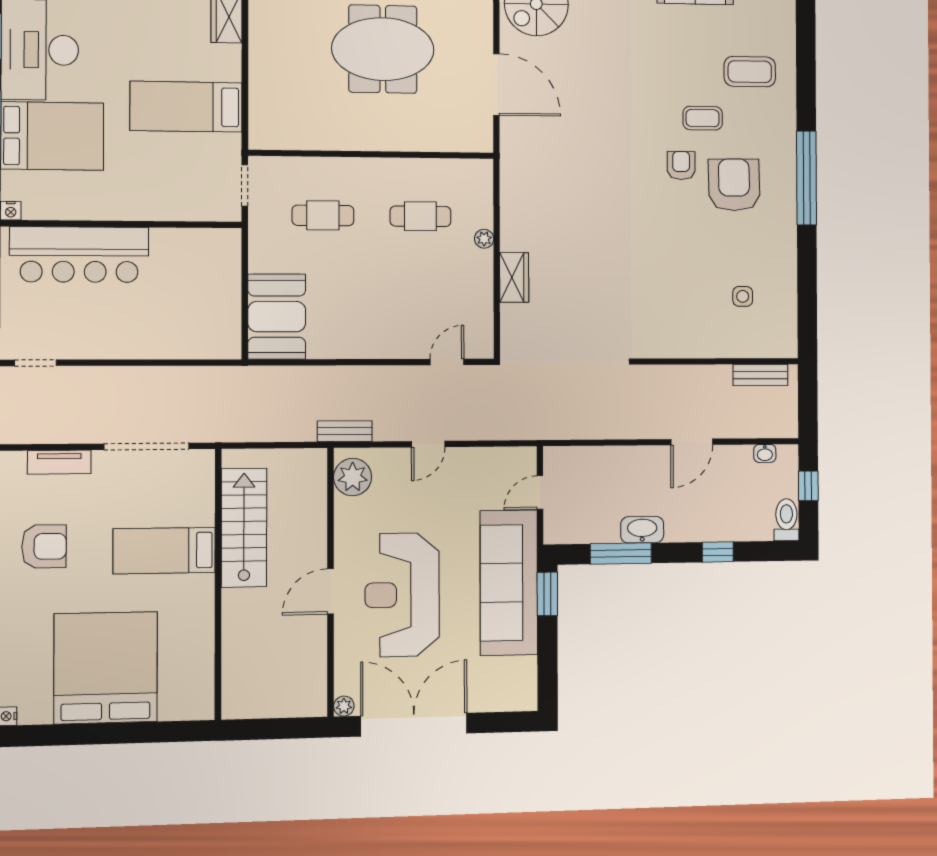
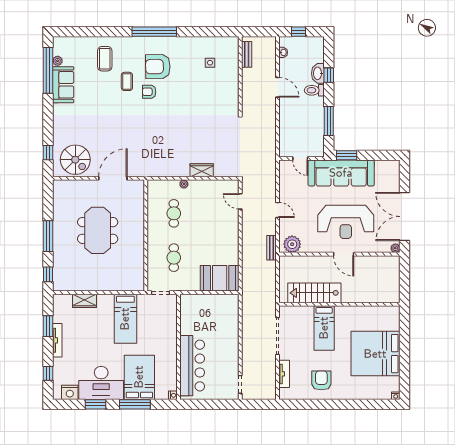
toilet: (786, 520) -> (314, 90), moved
washbasin: (642, 530) -> (318, 73), moved

